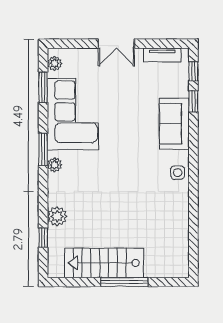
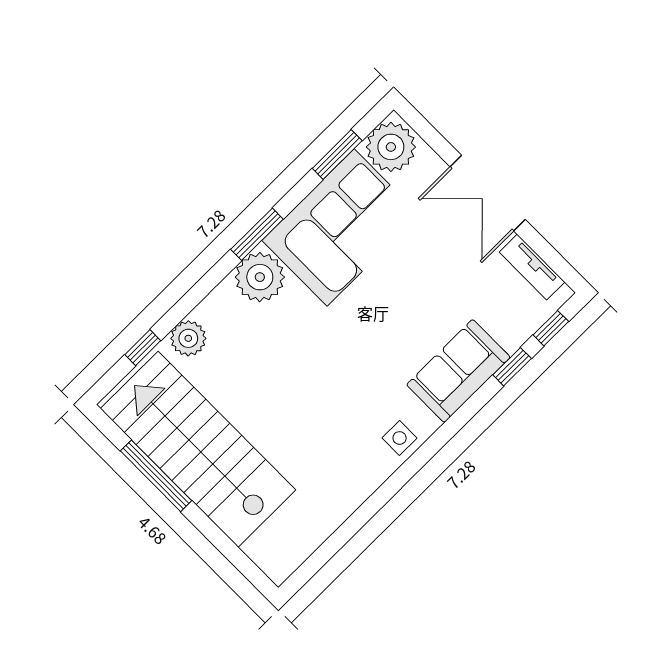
double door: (116, 44) -> (488, 193), width x1.37
plant: (55, 63) -> (391, 147), width x1.87, depth x1.87
plant: (55, 165) -> (260, 277), width x1.88, depth x1.88
stairs: (104, 263) -> (198, 449), width x1.36, depth x1.51
window: (124, 282) -> (156, 476), moved

